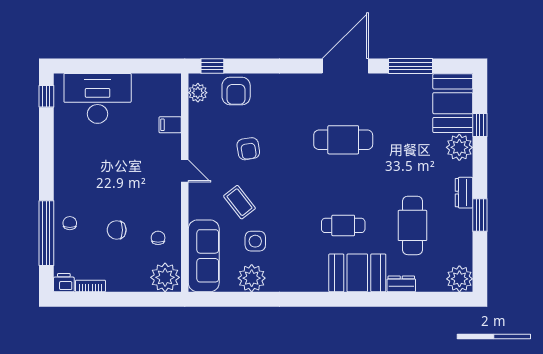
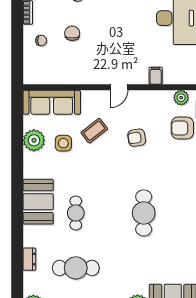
chair: (158, 238) -> (41, 41), moved
booth: (357, 273) -> (38, 202), moved
plant: (165, 277) -> (35, 72), removed

